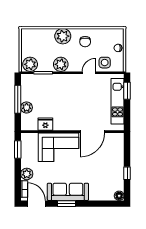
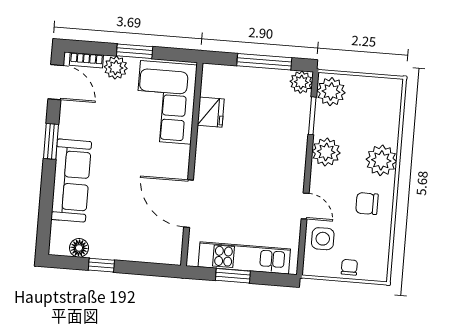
window: (127, 91) -> (233, 276), moved
plant: (27, 108) -> (301, 82), moved
corner sofa: (58, 147) -> (166, 102), moved
window: (18, 149) -> (135, 51), moved
sofa: (68, 192) -> (71, 181), moved
floor lamp: (119, 196) -> (79, 248), moved
door: (37, 204) -> (56, 82), hinge flipped

